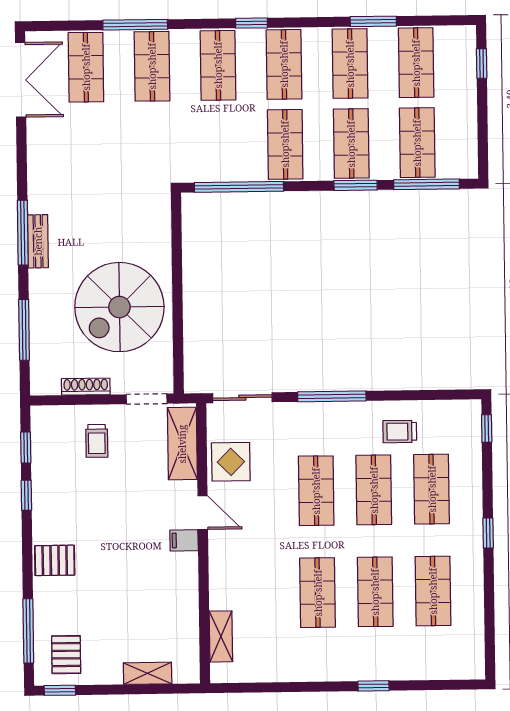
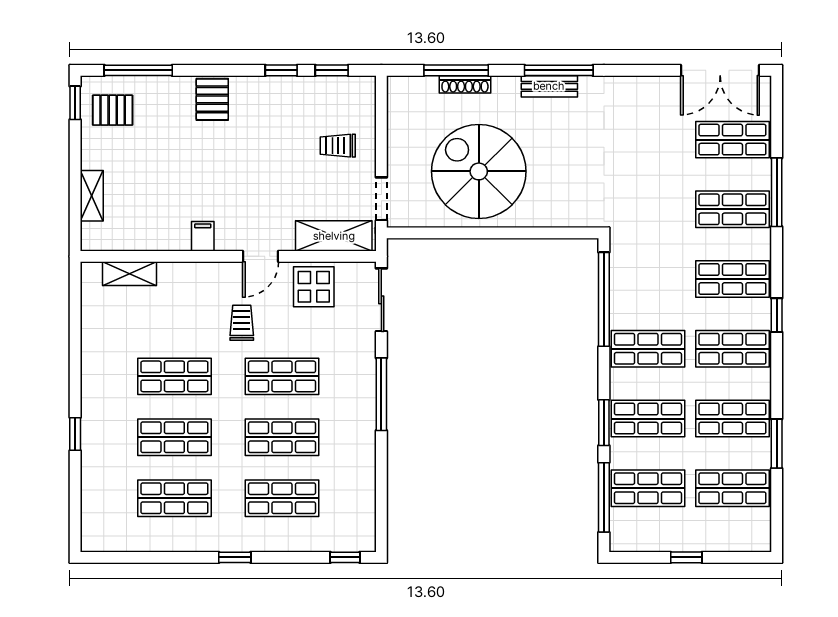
window: (482, 63) -> (686, 557), moved
shoe rack: (86, 387) -> (465, 84), moved, turned 90
trolley: (400, 432) -> (242, 323), moved
filing cabinet: (184, 540) -> (203, 236), moved

